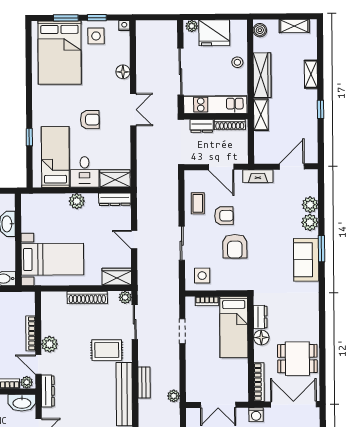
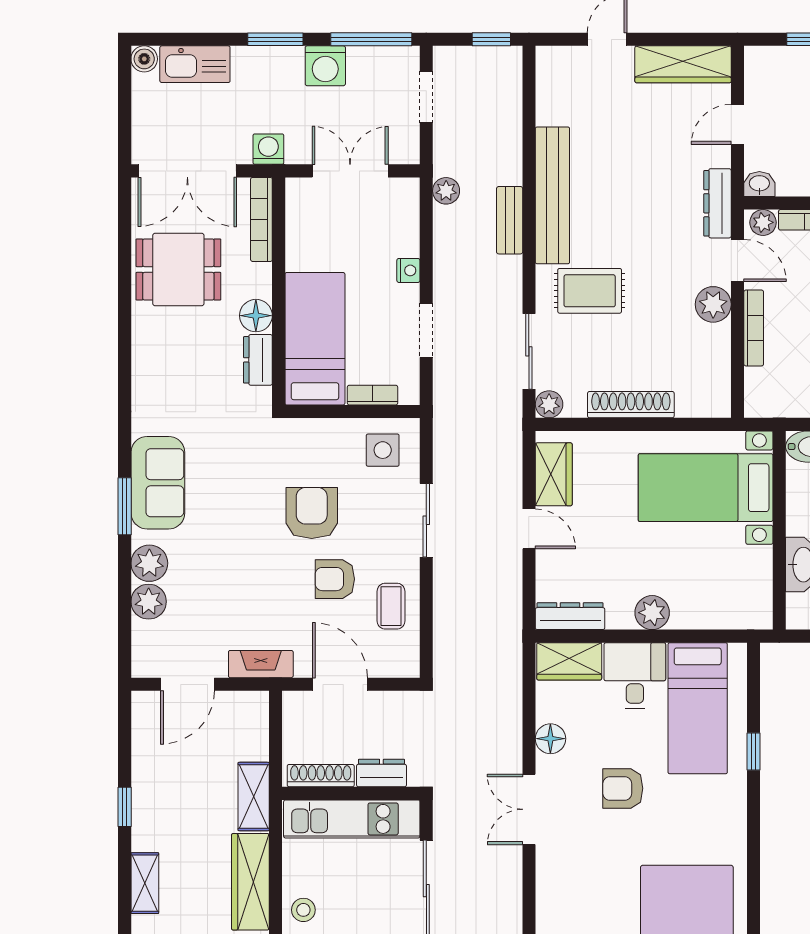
floor lamp: (123, 72) -> (550, 739), moved
wardrobe: (117, 277) -> (554, 474), moved, turned -90
nightstand: (191, 359) -> (408, 270), added
washbasin: (22, 403) -> (759, 184), width x0.52, depth x0.69

